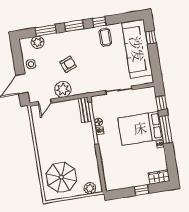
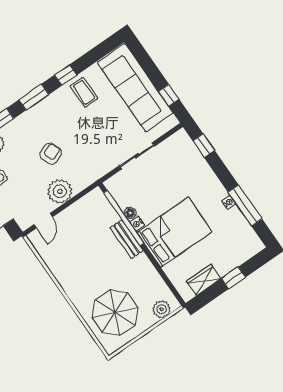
window: (151, 37) -> (169, 95), moved
bench: (85, 110) -> (127, 239), moved
bed: (140, 128) -> (174, 232), moved, turned 180
window: (166, 129) -> (245, 205), moved
wardrobe: (159, 177) -> (204, 280), moved

